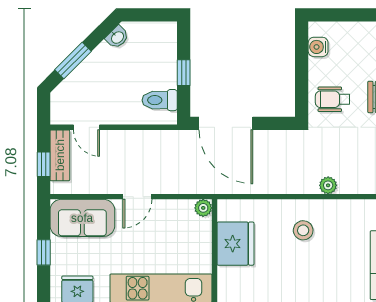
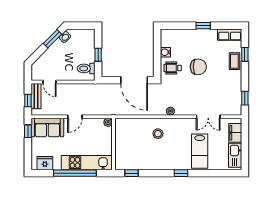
water cooler: (318, 47) -> (165, 52), moved
window: (73, 61) -> (53, 39), moved
door: (226, 123) -> (134, 80), moved
fridge: (235, 244) -> (124, 140), removed
window: (44, 252) -> (28, 131), moved

